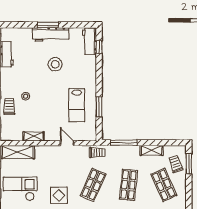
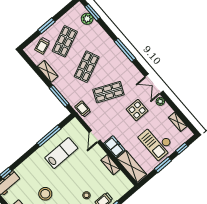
window: (99, 107) -> (49, 136), width x1.44
freezer: (45, 152) -> (114, 147), added
window: (189, 164) -> (46, 26), moved
shop shelf: (128, 185) -> (87, 67), turned -30

